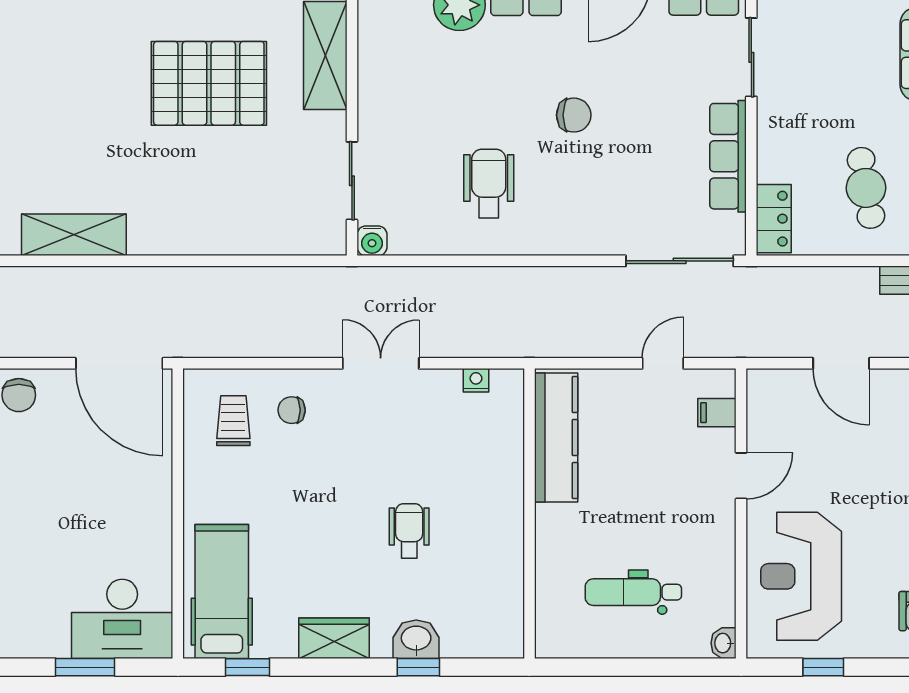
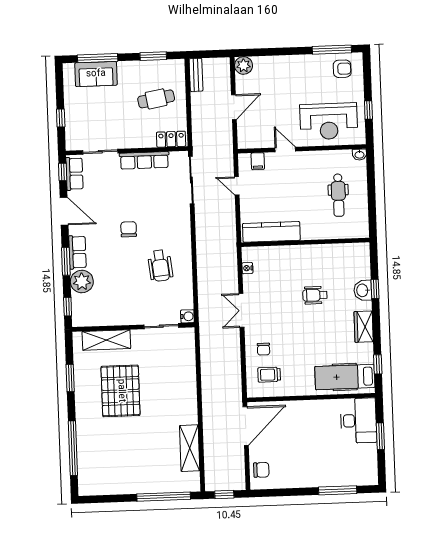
wheelchair: (489, 183) -> (160, 266), turned -96

